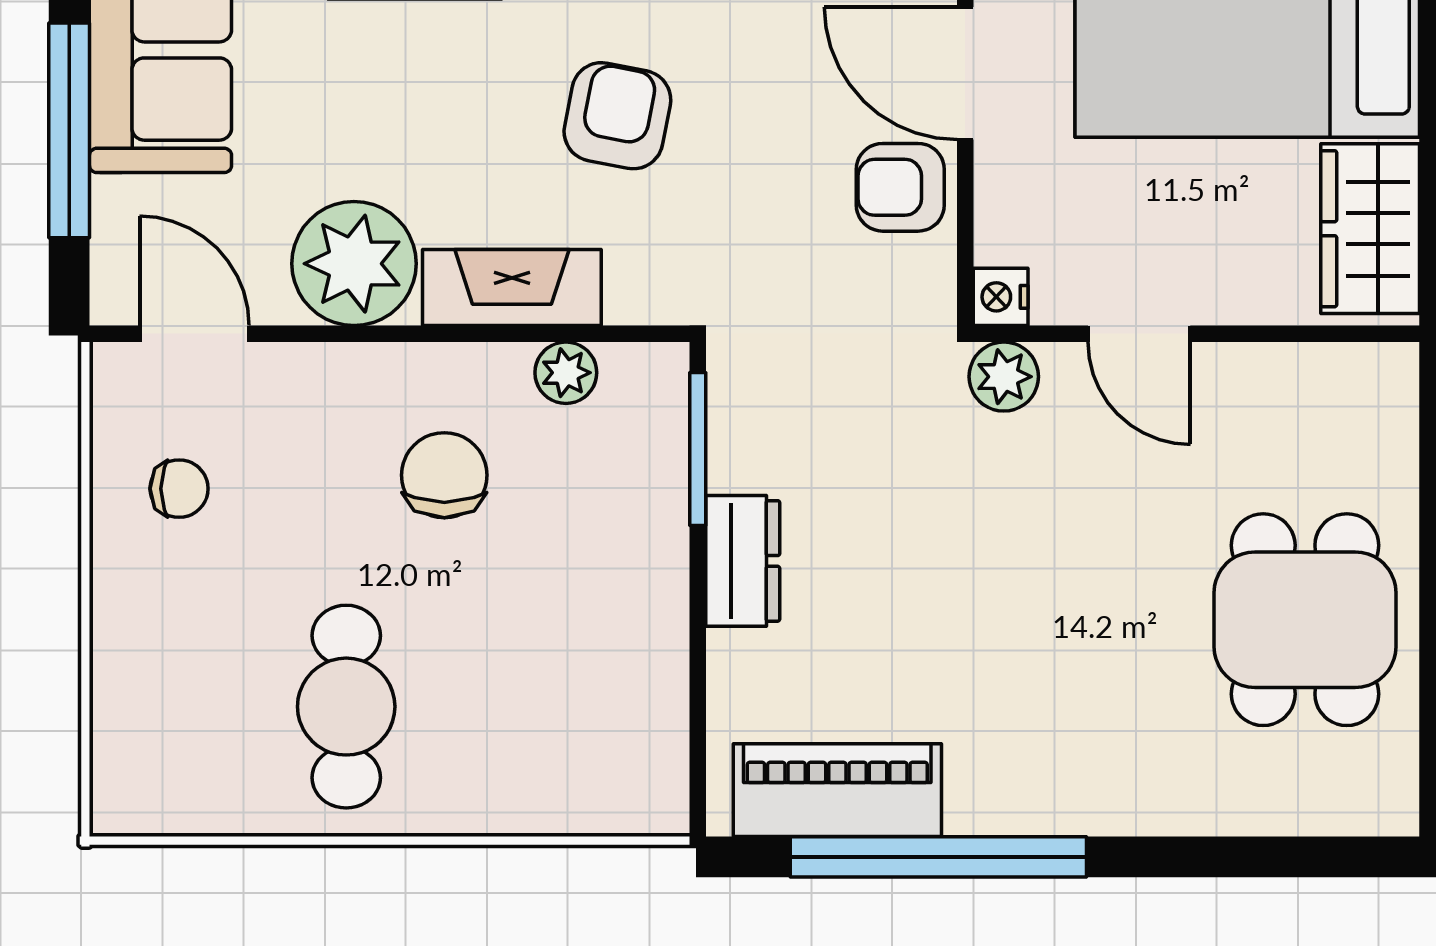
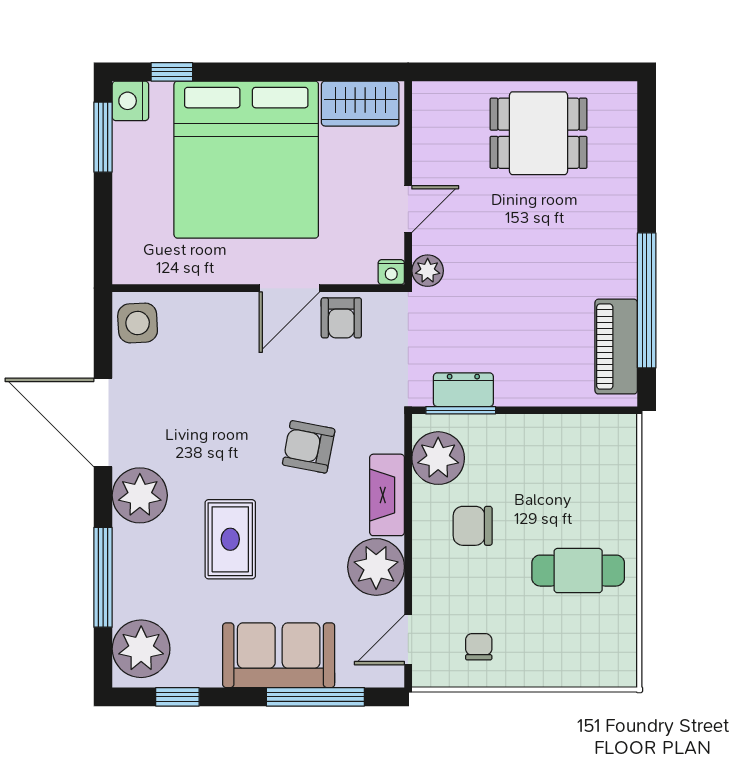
plant: (566, 373) -> (438, 458), width x1.87, depth x1.87
dresser: (743, 561) -> (463, 390), moved

